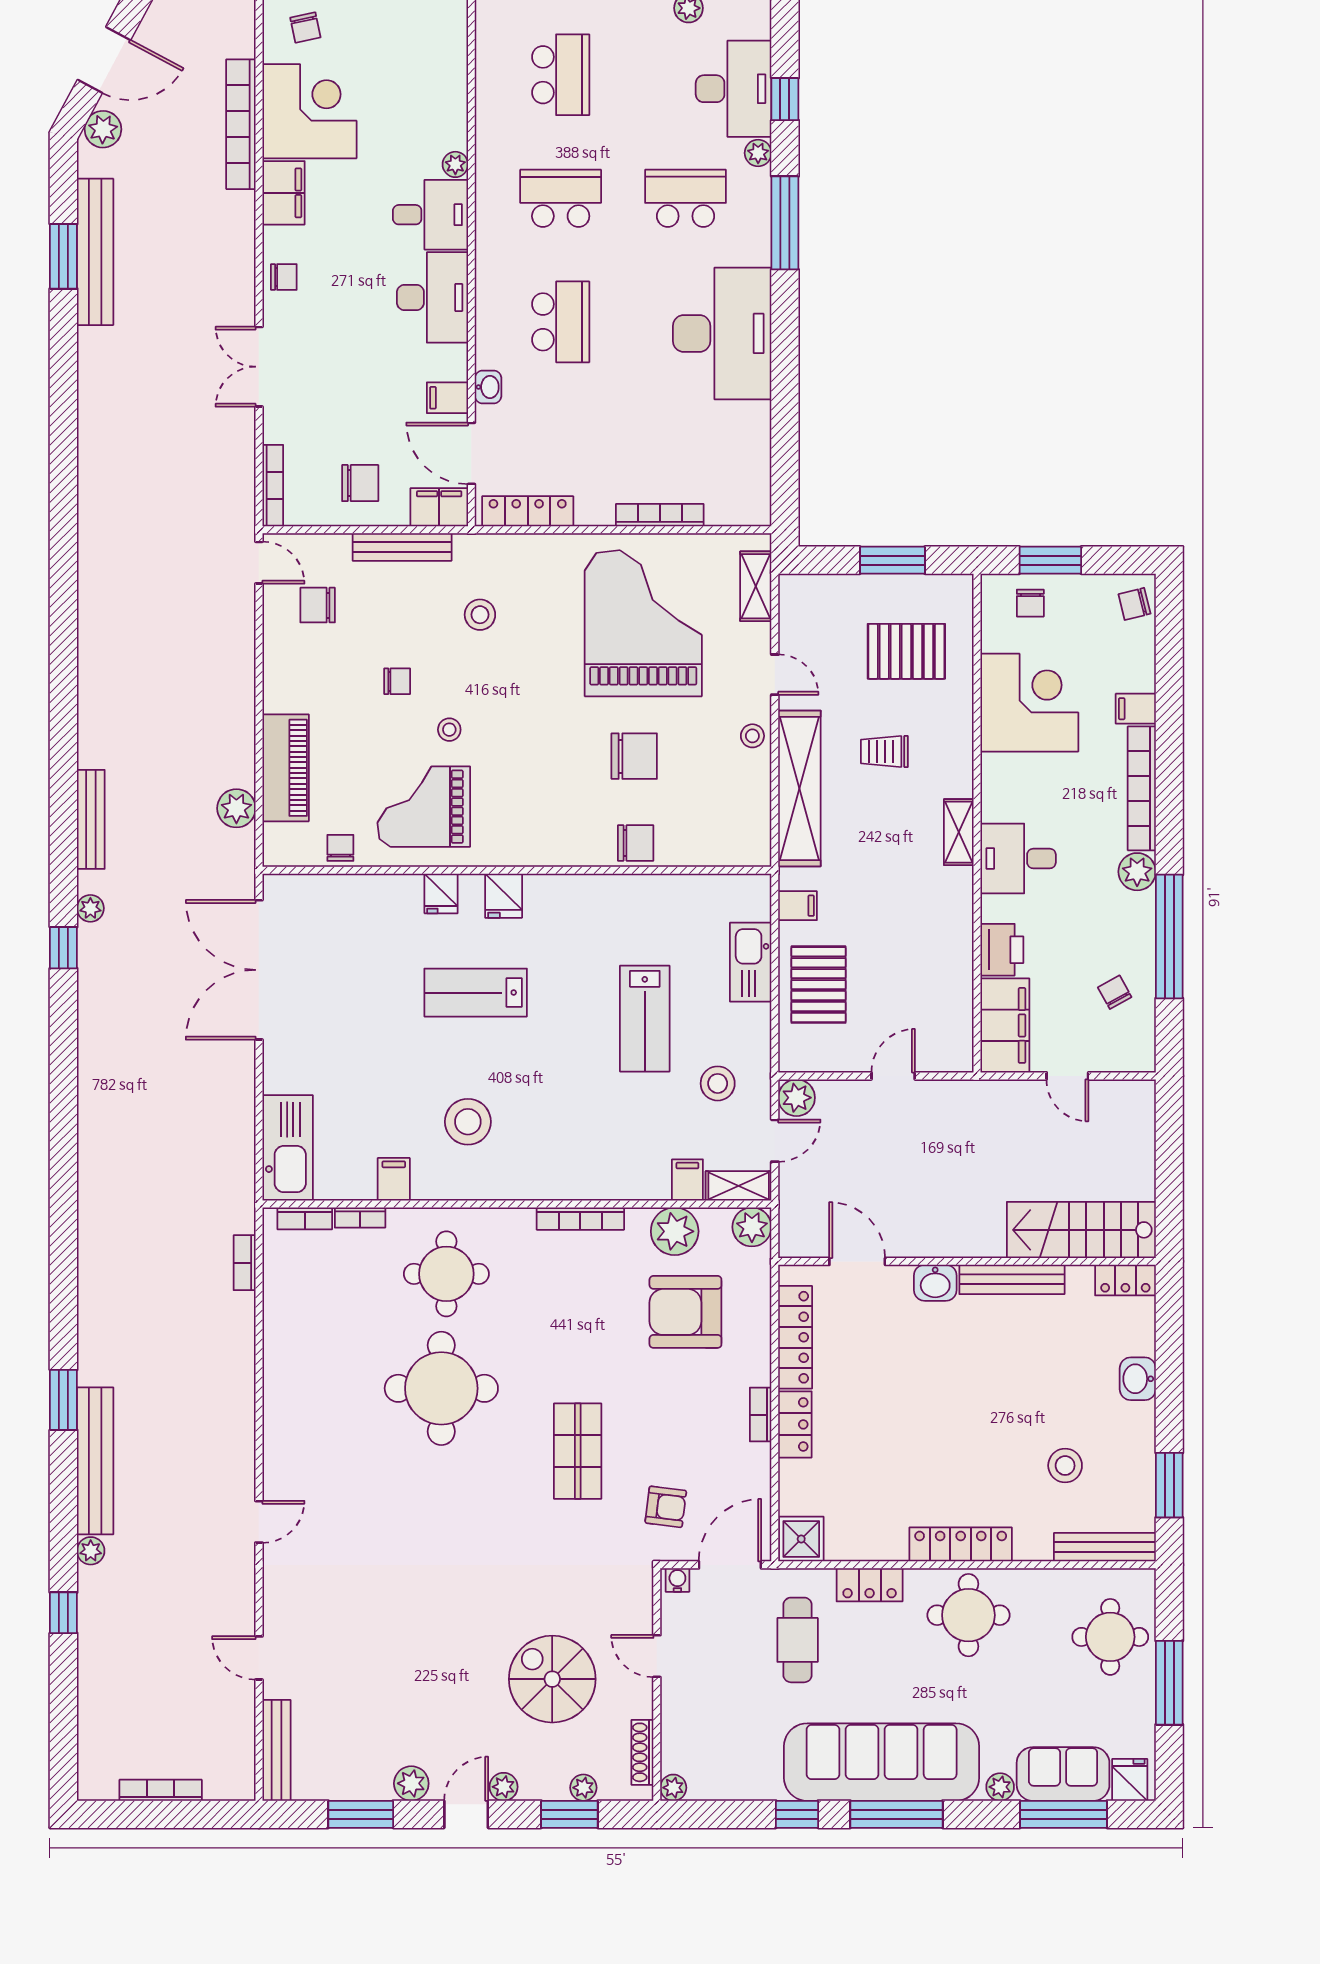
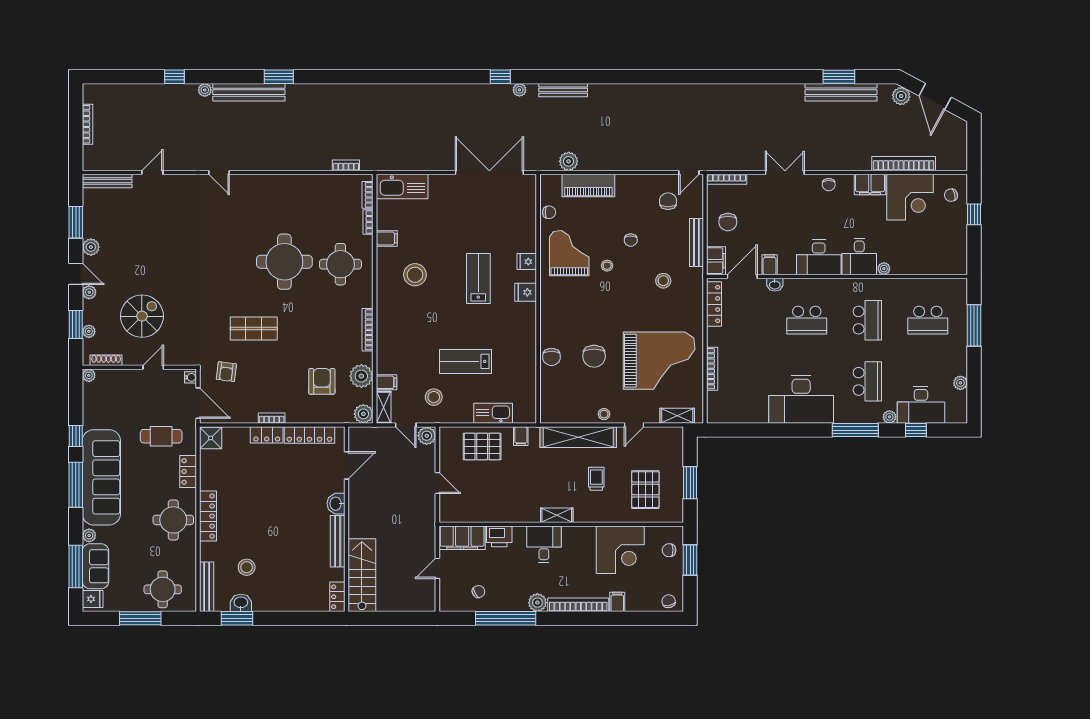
armchair: (685, 1312) -> (322, 381), width x0.73, depth x0.73
washbasin: (1138, 1379) -> (241, 603), moved

